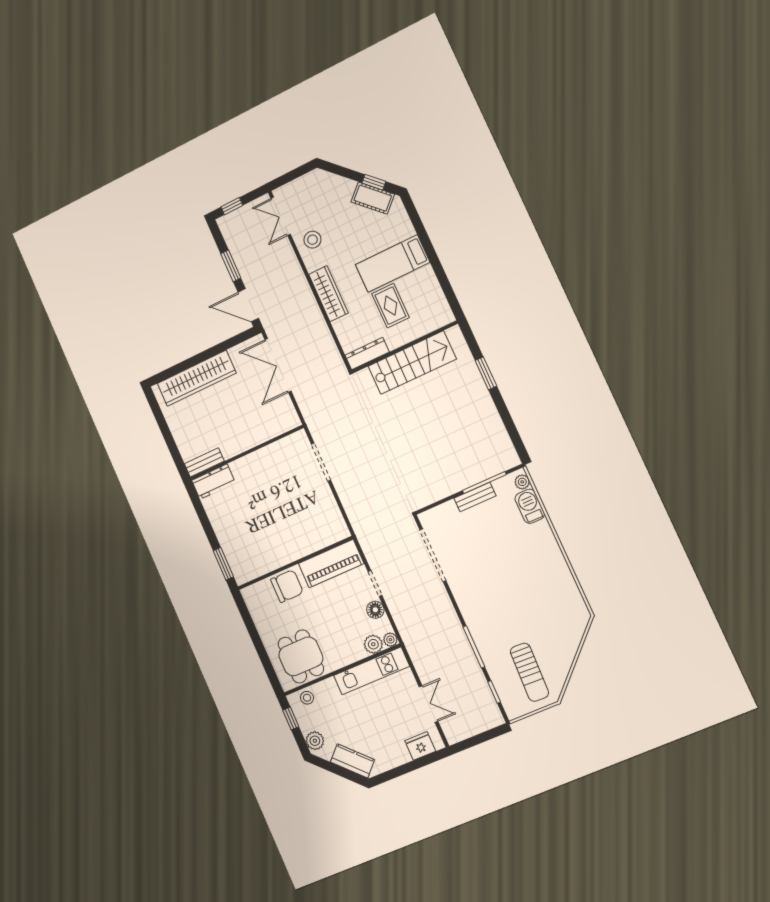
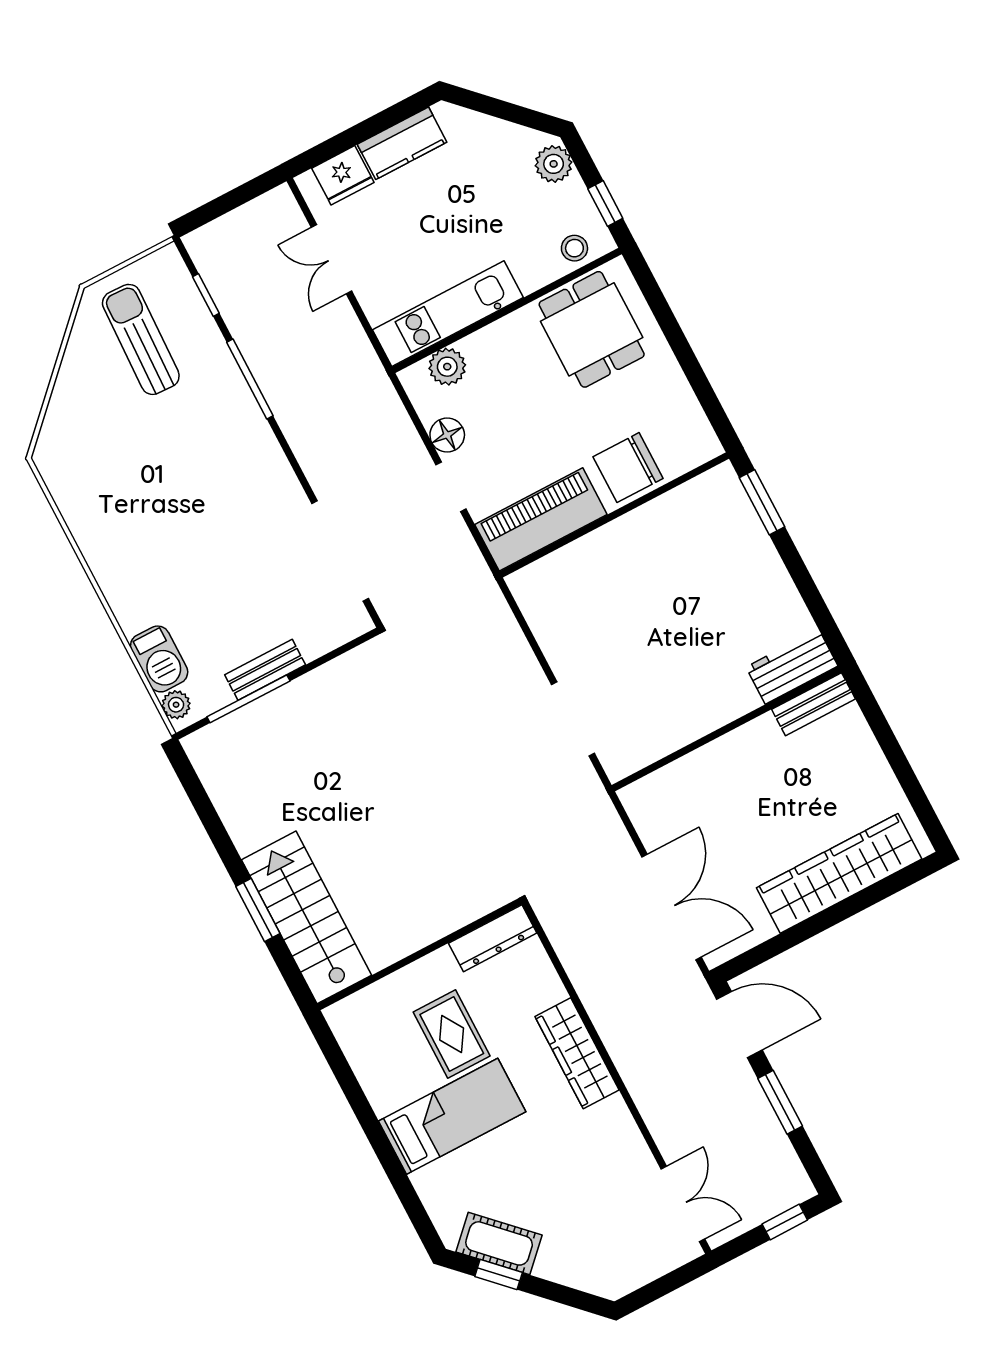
stool: (312, 240) -> (615, 1159), removed
stairs: (412, 363) -> (306, 917), moved, turned 90
plant: (390, 640) -> (414, 379), removed
kitchen counter: (352, 761) -> (402, 143), moved, turned -45

